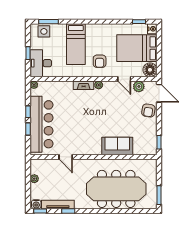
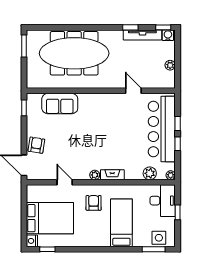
floor lamp: (150, 70) -> (35, 193), removed
plant: (139, 86) -> (150, 173), moved
sofa: (117, 146) -> (60, 104), moved

